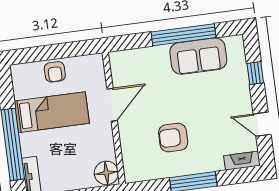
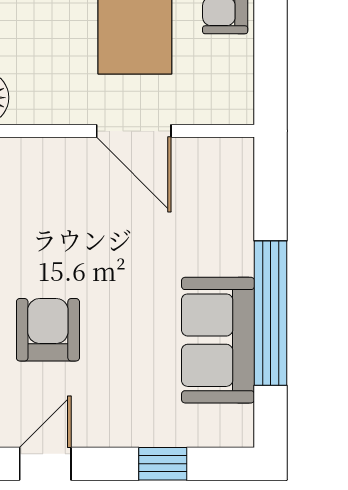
armchair: (173, 138) -> (48, 330), moved

